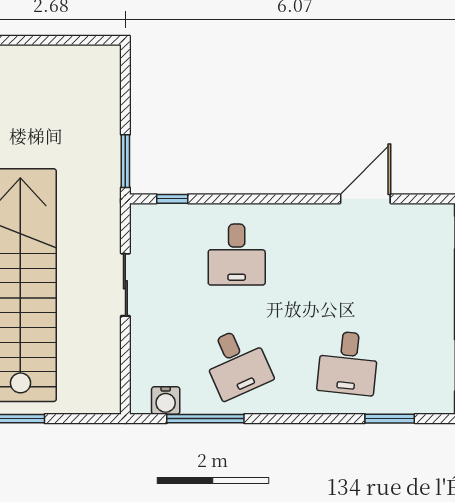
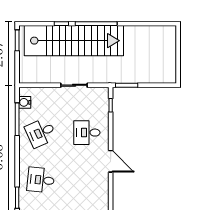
door: (365, 199) -> (111, 161), moved

